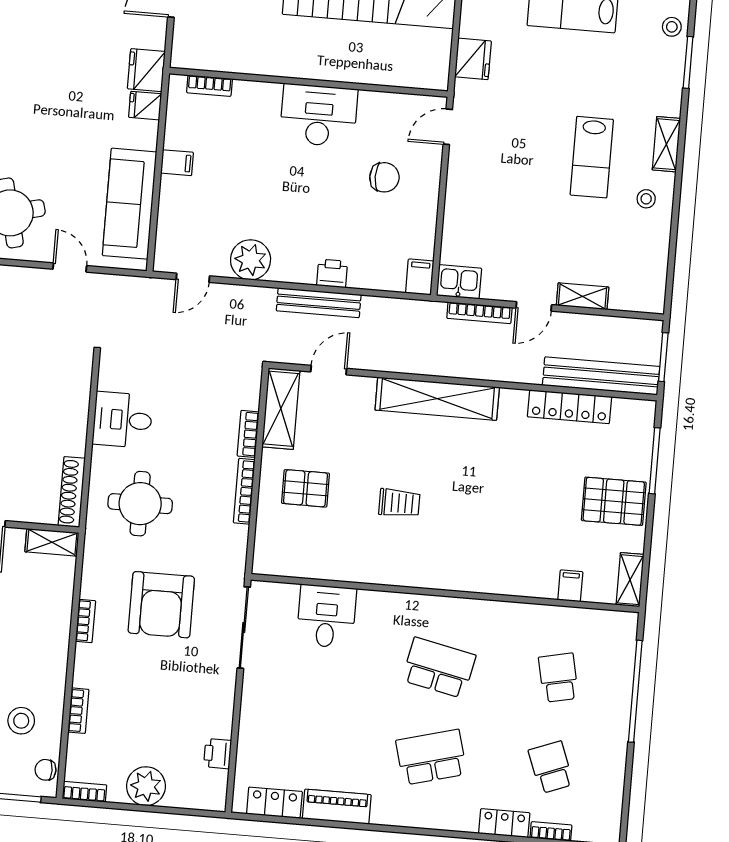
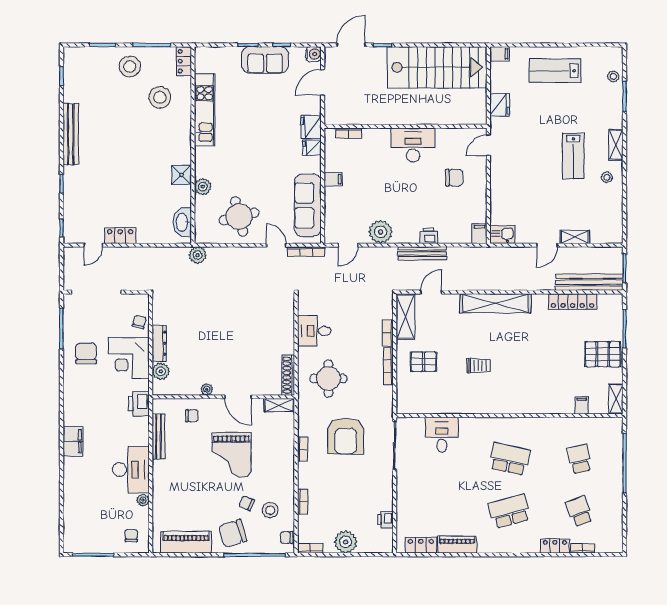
bookcase: (479, 313) -> (306, 251), moved

